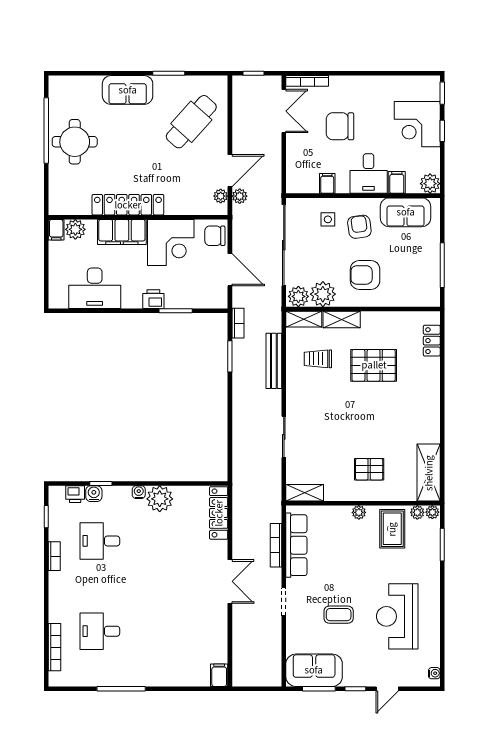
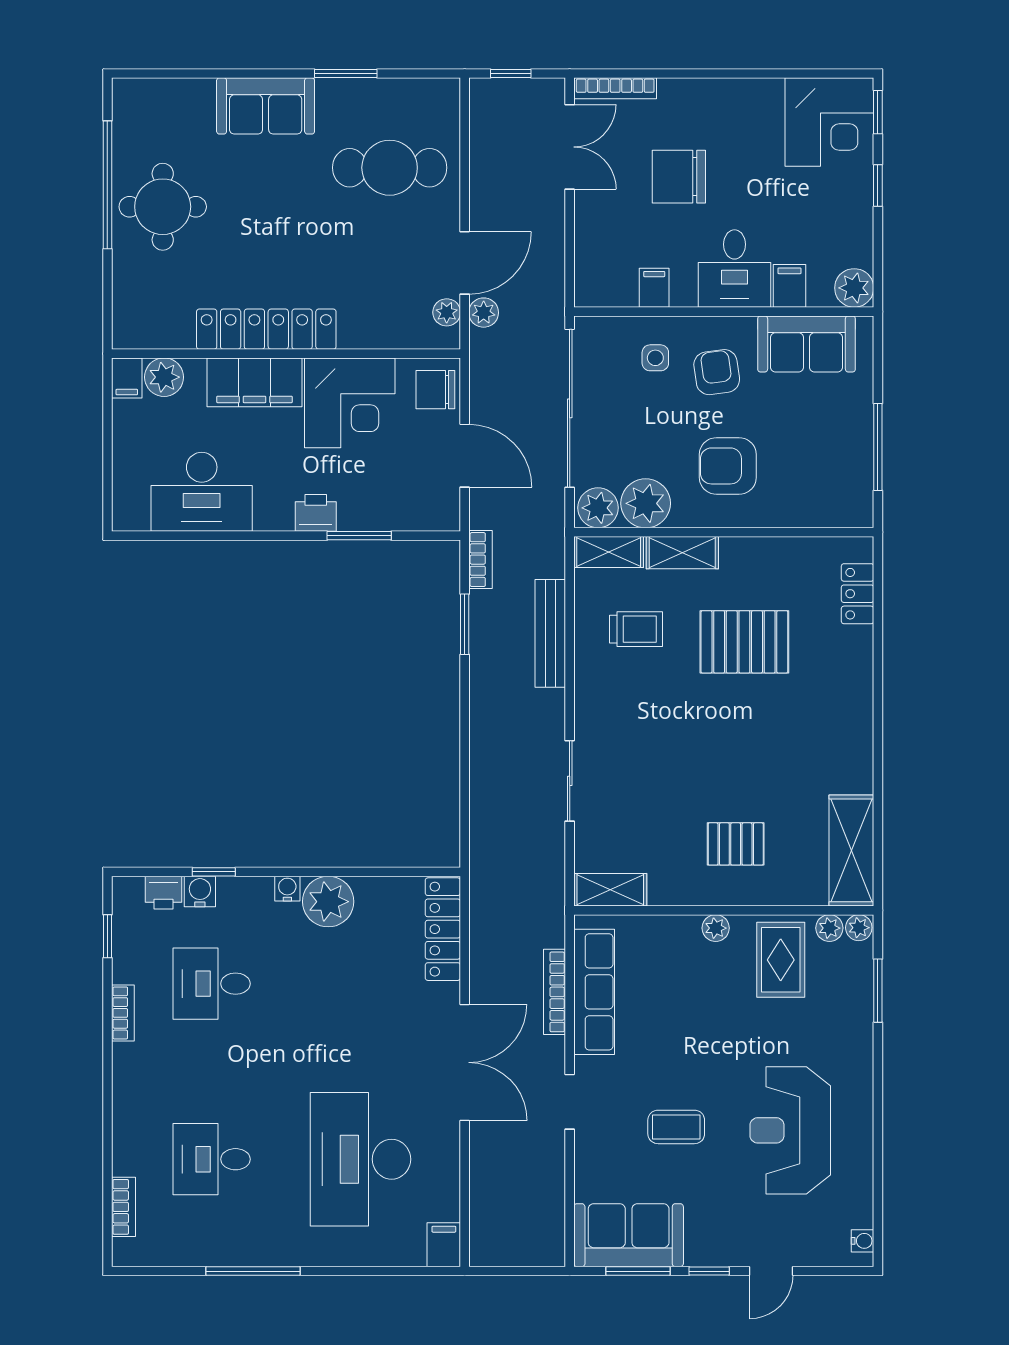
cafe table: (191, 122) -> (390, 168), turned 48
corner desk: (417, 124) -> (829, 122), moved, turned -90
trolley: (318, 359) -> (636, 629), turned 180
double door: (230, 581) -> (465, 1062), width x1.37
desk: (176, 631) -> (360, 1159), added
bookcase: (55, 647) -> (124, 1207), width x0.64

